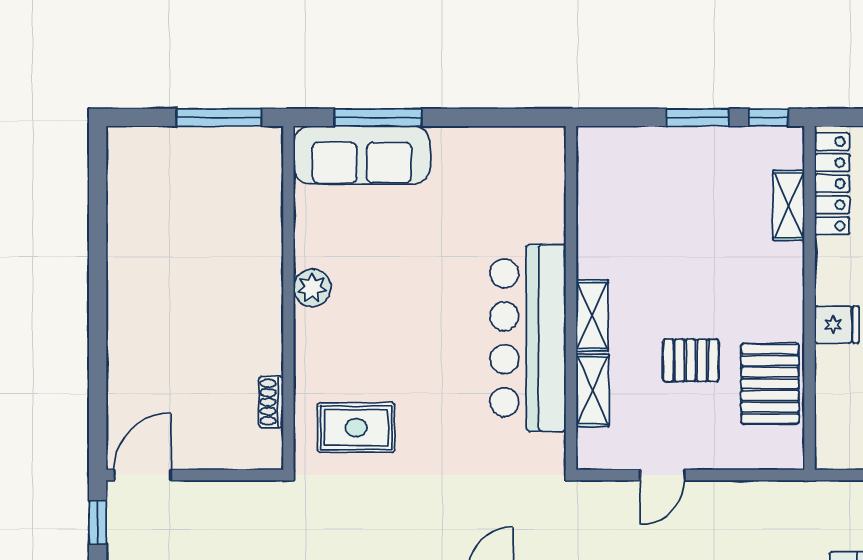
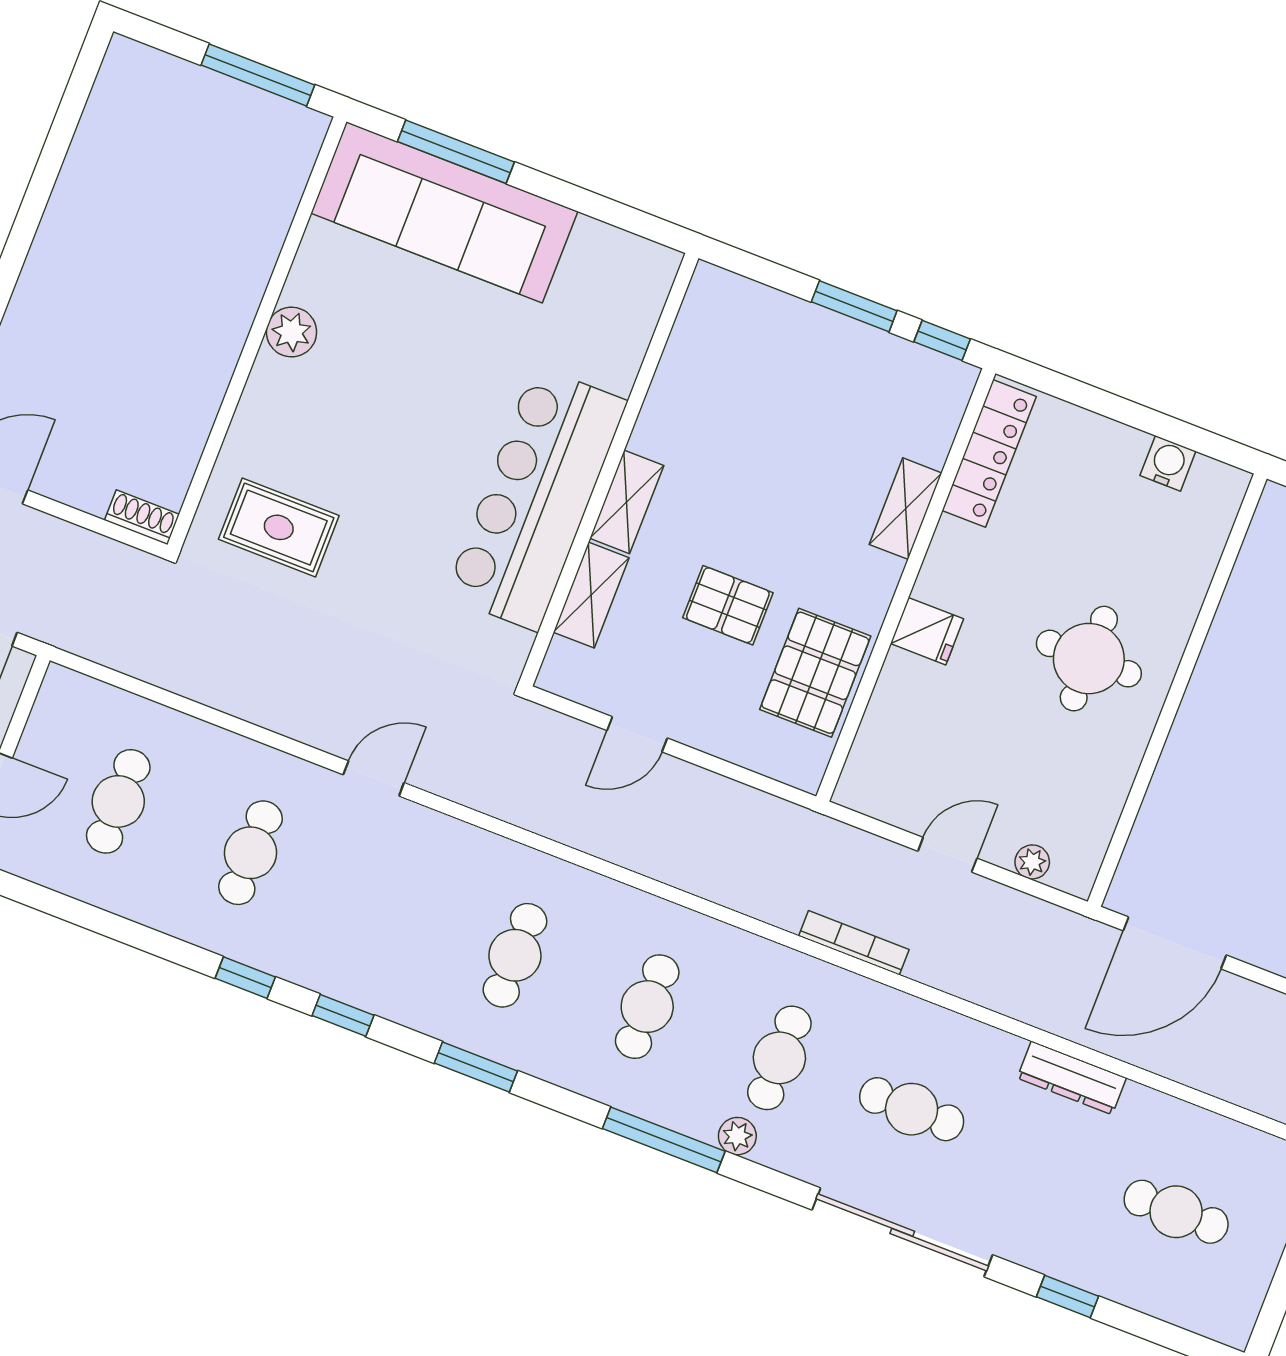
sofa: (362, 155) -> (444, 212), width x1.36, depth x1.27
shelving: (789, 205) -> (906, 509), moved
shoe rack: (271, 402) -> (142, 517), moved, turned 90

